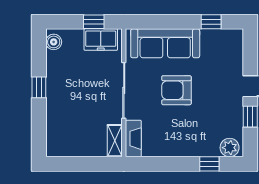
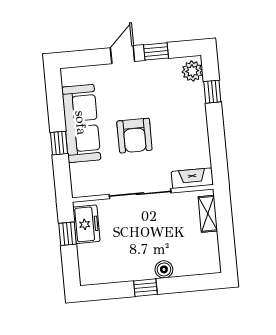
window: (211, 22) -> (59, 143), moved
boiler: (54, 42) -> (164, 269), moved
sofa: (165, 43) -> (81, 123), moved
shelving: (115, 141) -> (208, 214), moved, turned 90

